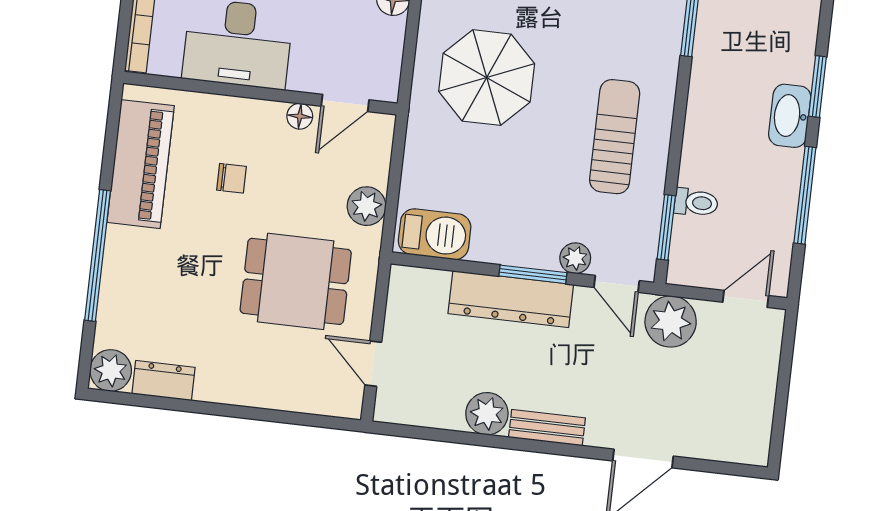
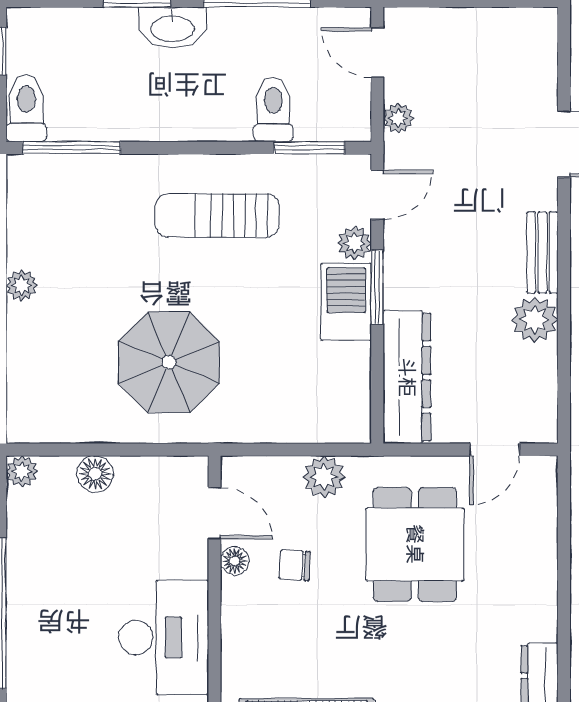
chair: (231, 178) -> (295, 565), moved, turned -87
toilet: (696, 203) -> (273, 109), width x1.37, depth x1.39
barbecue: (435, 234) -> (346, 302), moved
dresser: (511, 299) -> (407, 377), moved
plant: (671, 322) -> (398, 118), width x0.53, depth x0.53

